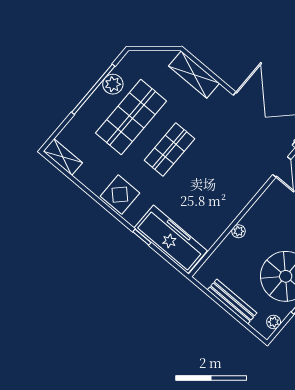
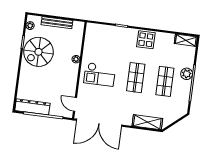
plant: (113, 84) -> (187, 74), moved
shop shelf: (131, 117) -> (165, 81), width x0.70, depth x0.74
checkout: (219, 187) -> (100, 74), added
freezer: (171, 239) -> (107, 34), removed

